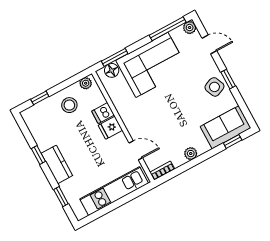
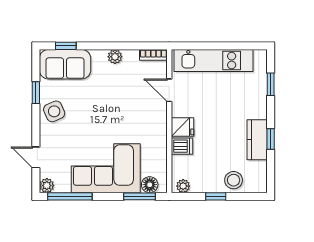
window: (228, 79) -> (36, 93), moved
window: (40, 98) -> (216, 196), moved
stool: (69, 105) -> (234, 180), moved
kitchen counter: (57, 164) -> (257, 140), moved

